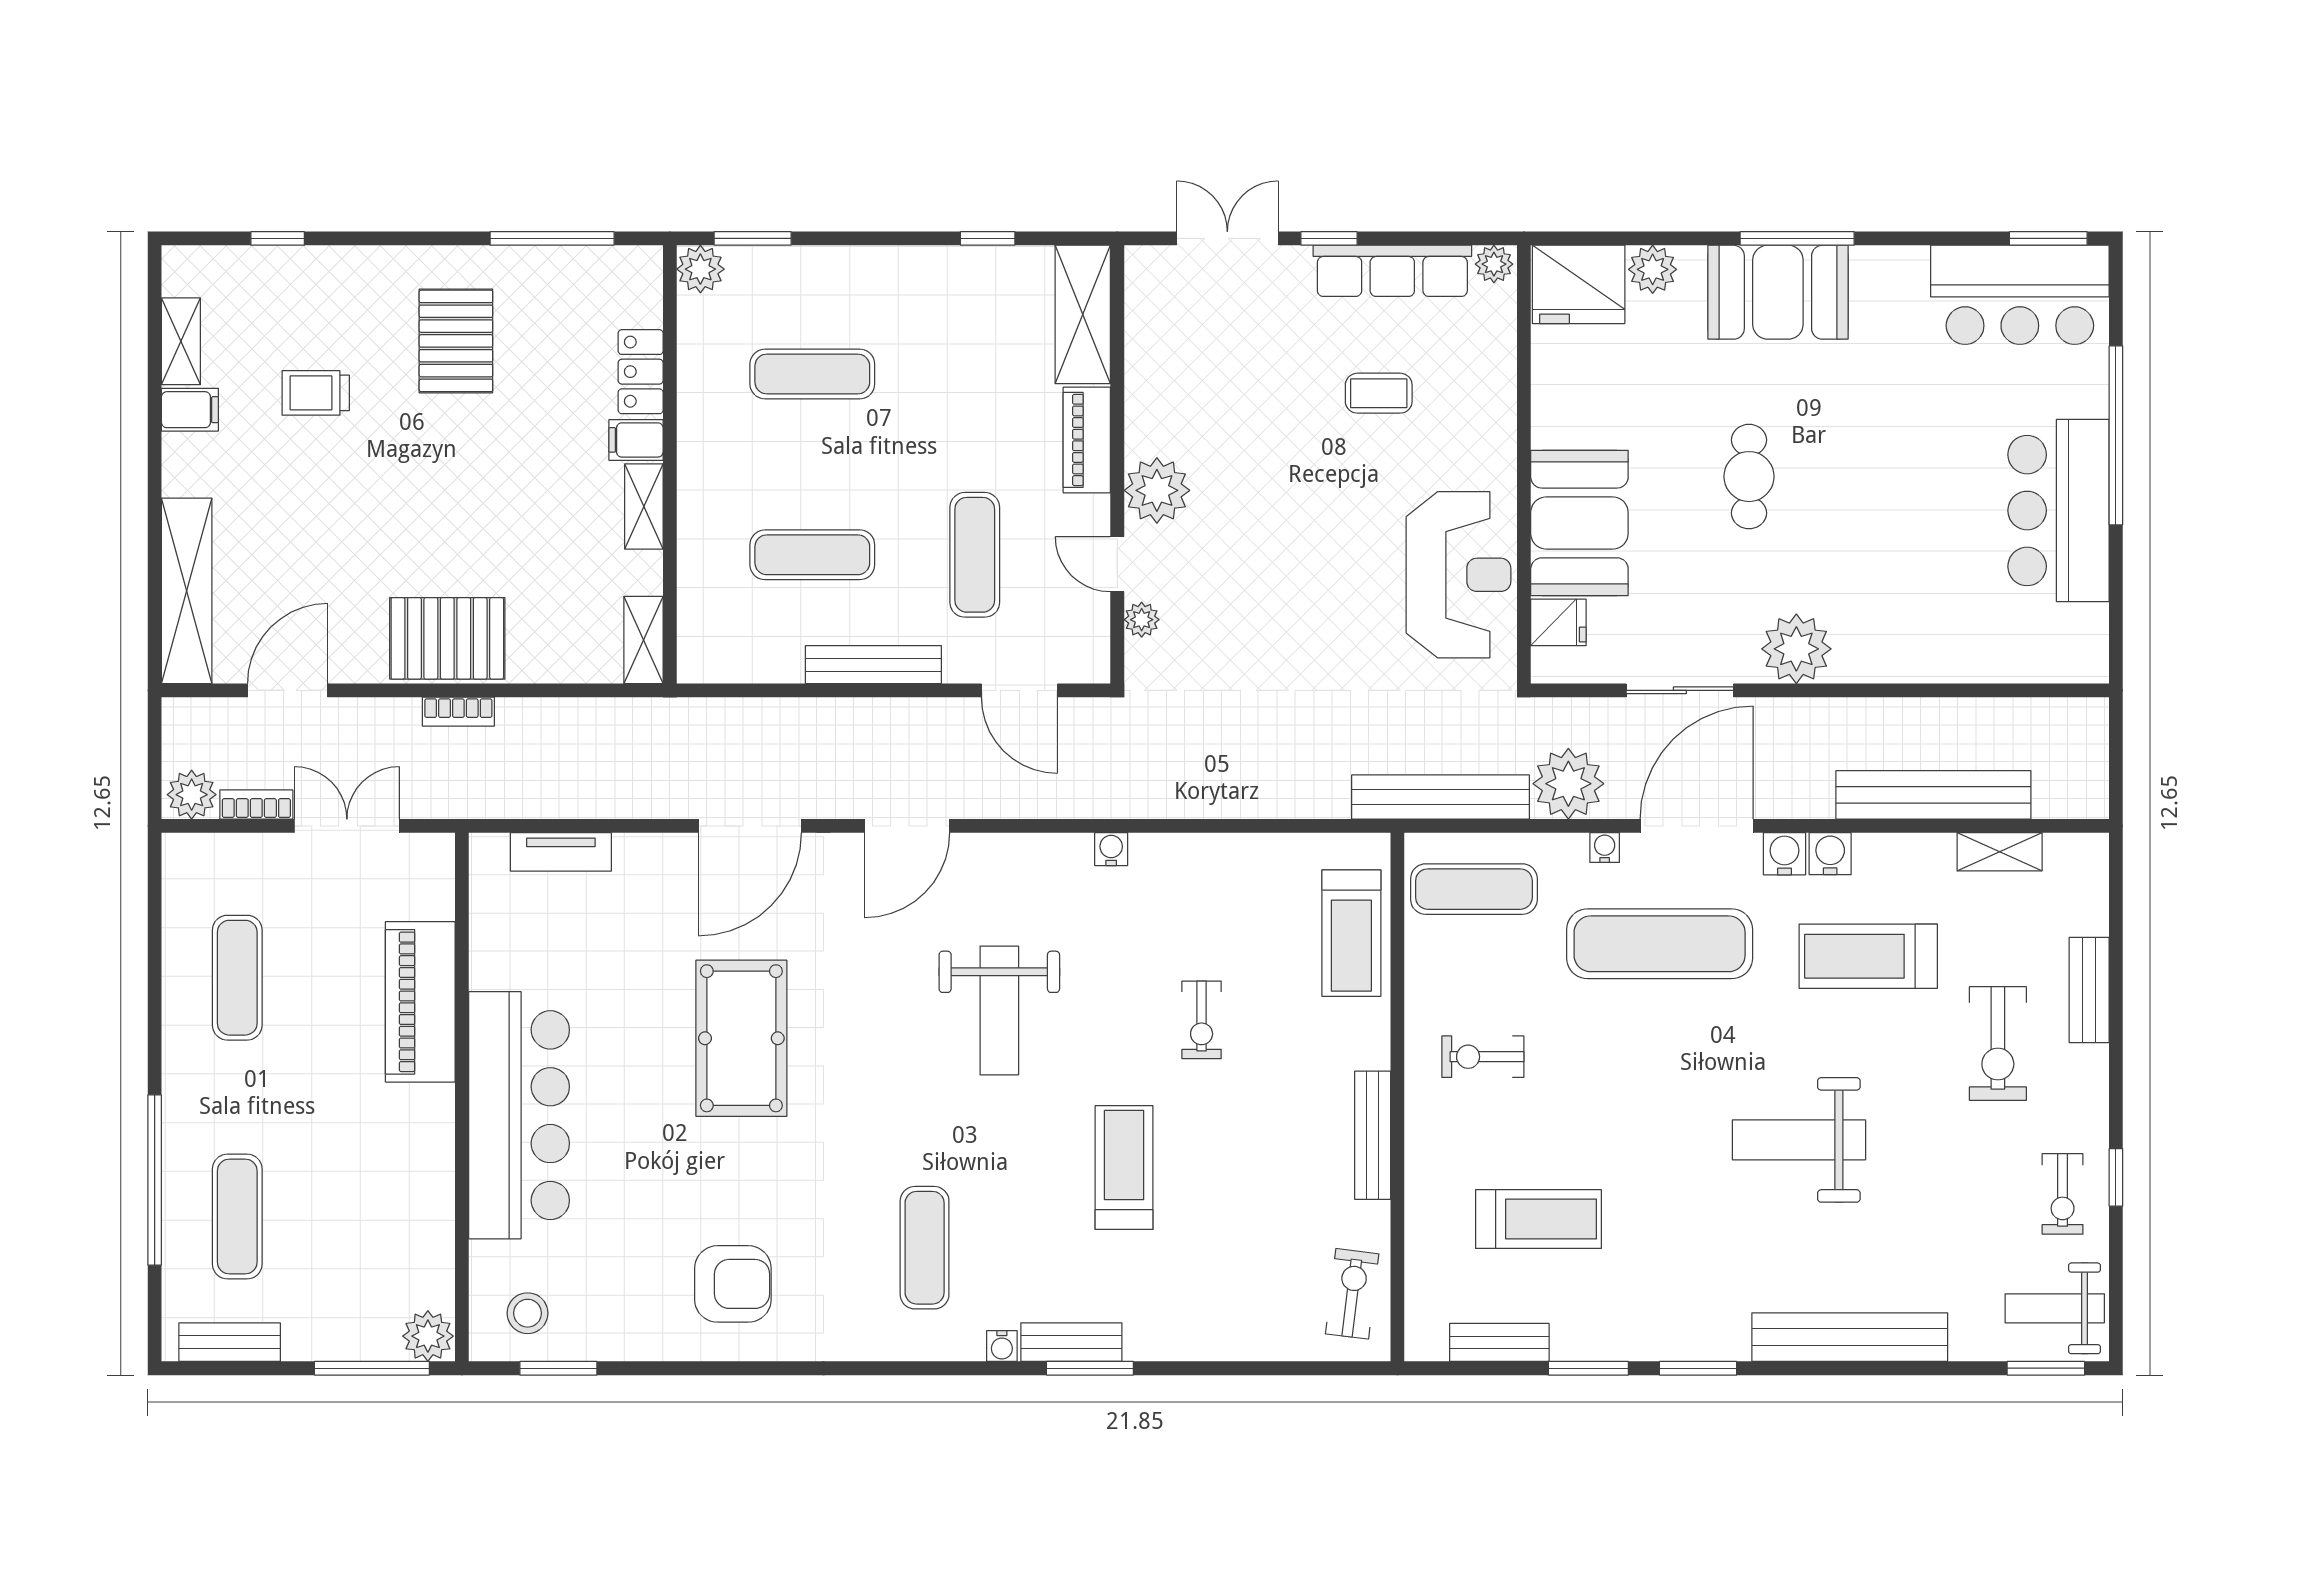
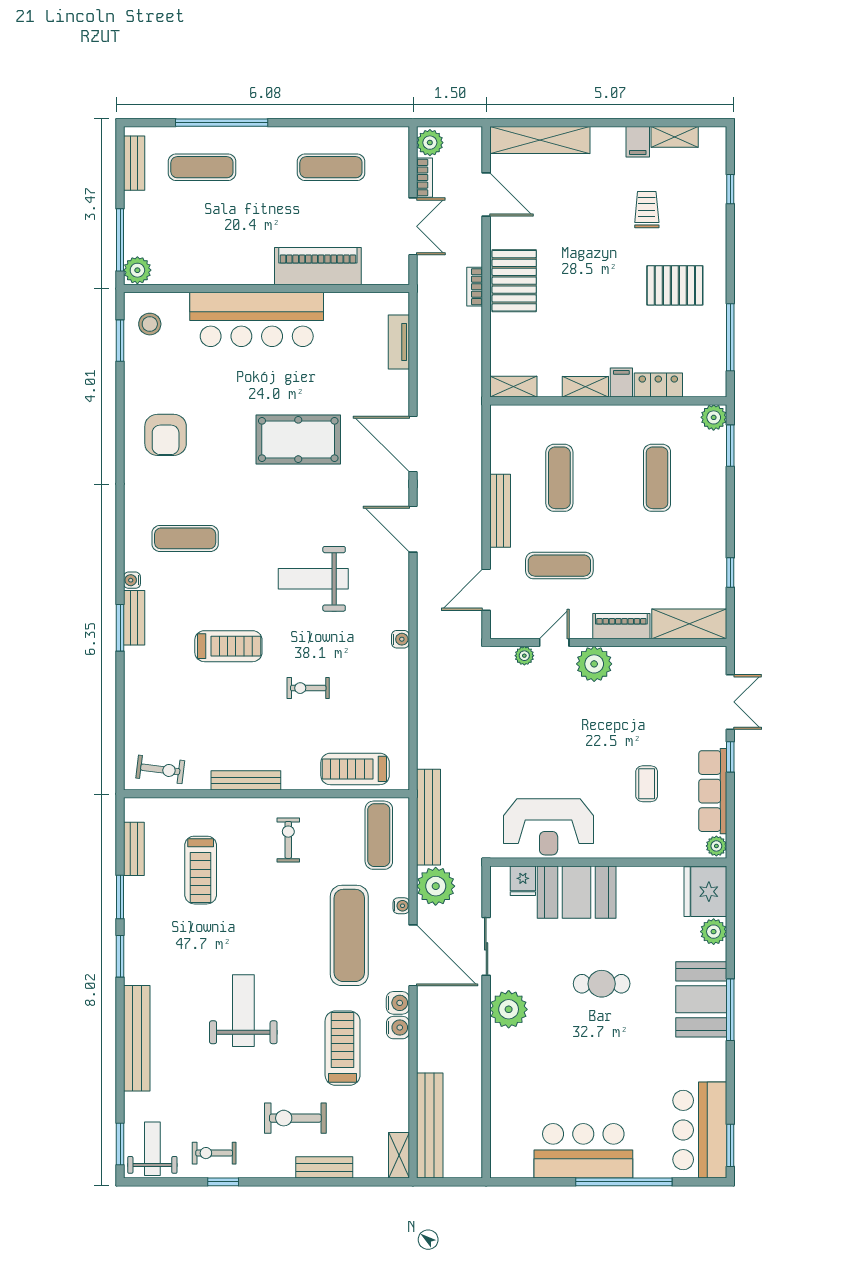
bench: (1933, 795) -> (430, 1126), moved
shelving: (2000, 852) -> (399, 1155), moved

